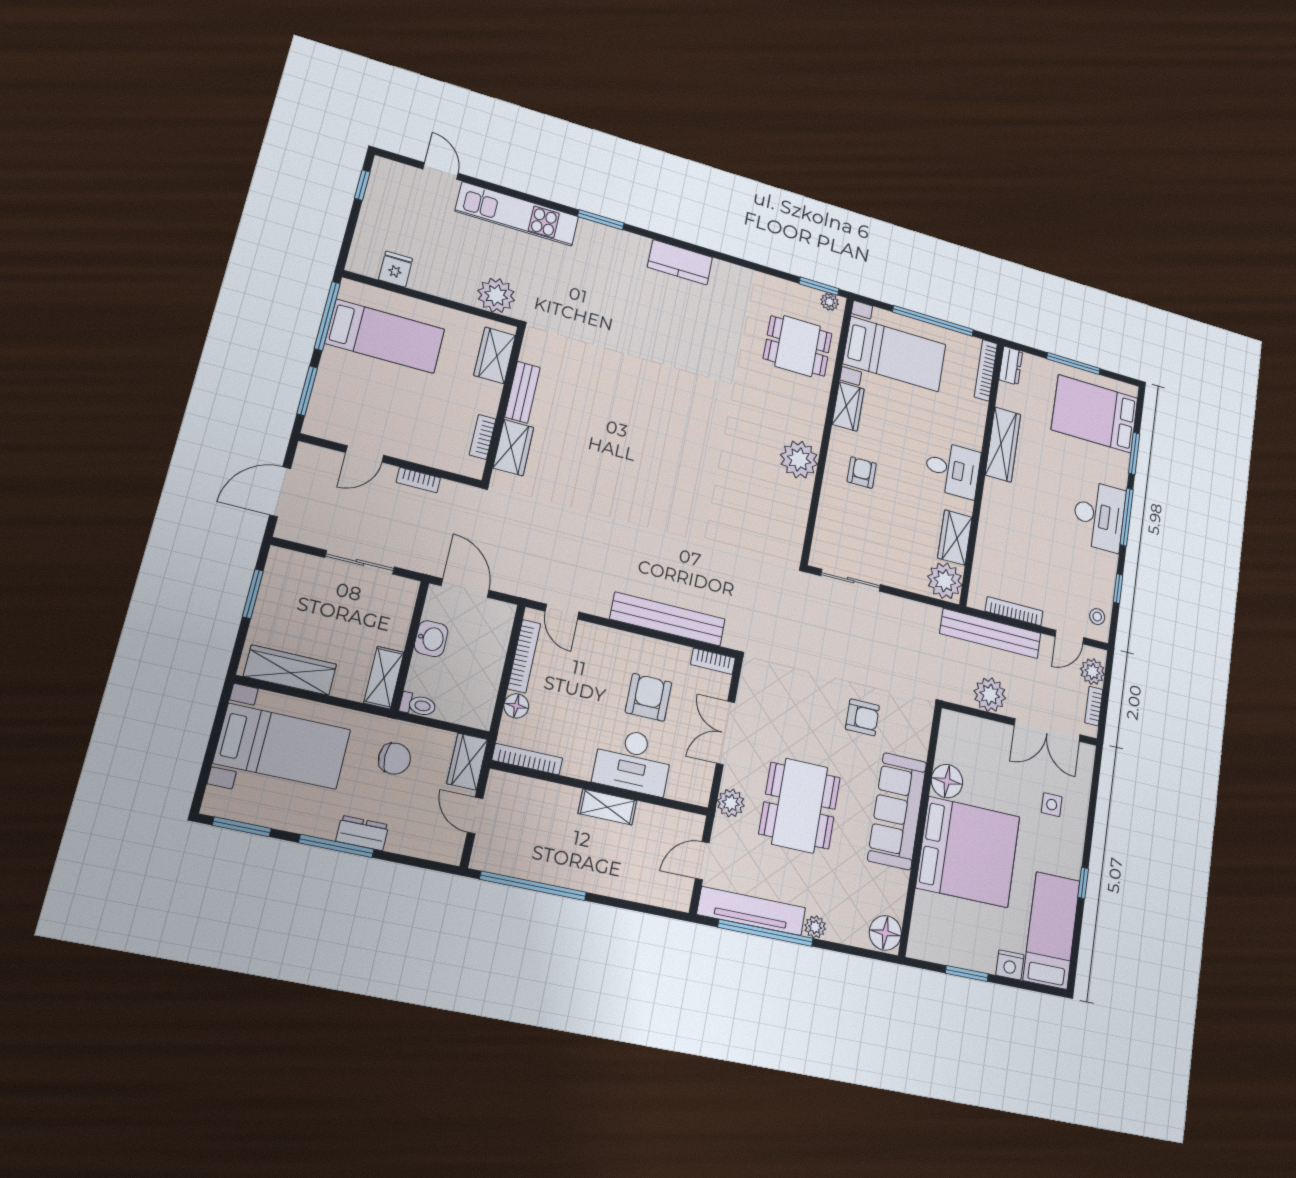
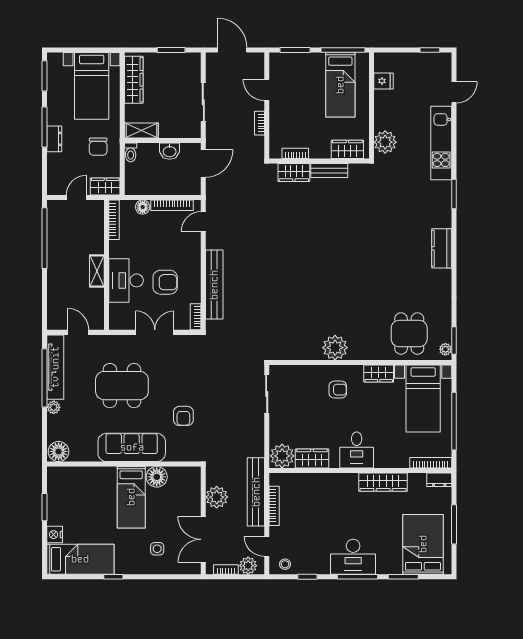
plant: (731, 803) -> (115, 343), removed
bed: (968, 852) -> (131, 497), width x0.49

